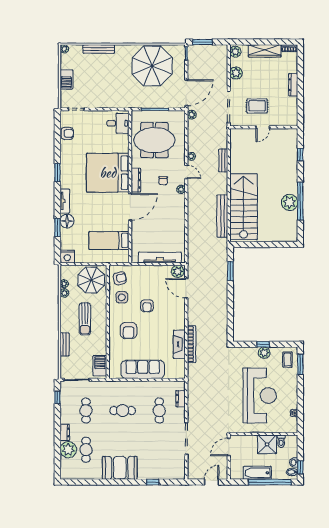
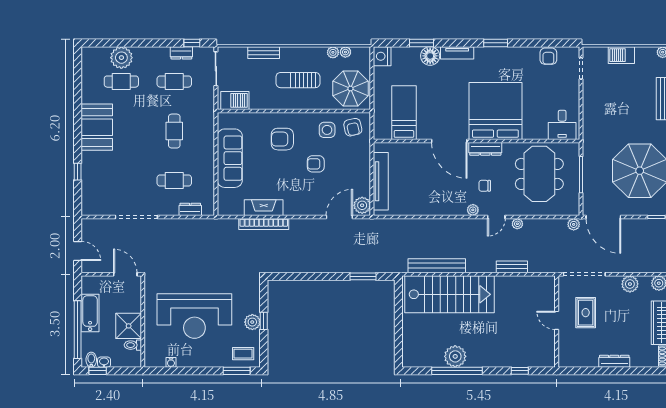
dresser: (65, 432) -> (181, 53), moved

